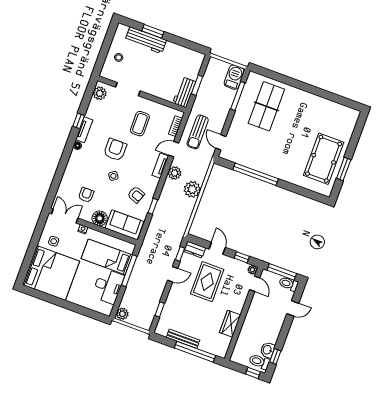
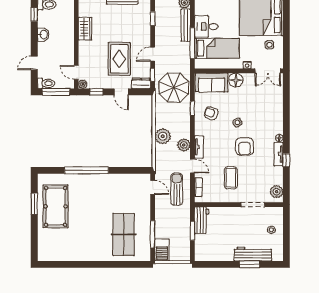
door: (174, 149) -> (192, 166), hinge flipped
window: (256, 174) -> (86, 170), moved
armchair: (86, 195) -> (255, 97), removed
parasol: (164, 234) -> (174, 88), added
desk: (108, 286) -> (206, 27), width x0.73
bench: (129, 291) -> (186, 25), added
washbasin: (267, 350) -> (43, 35), moved

